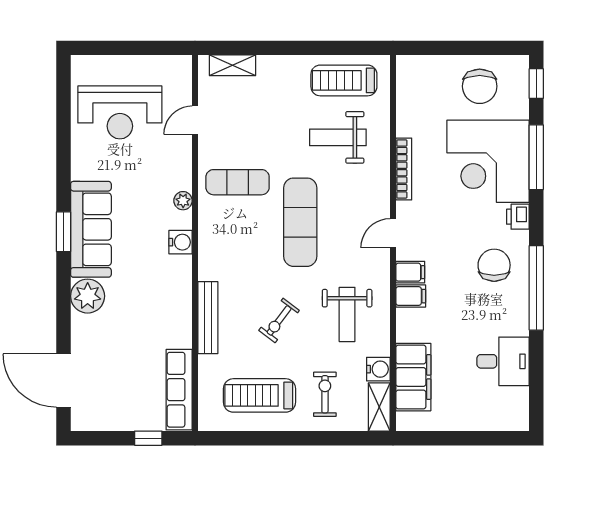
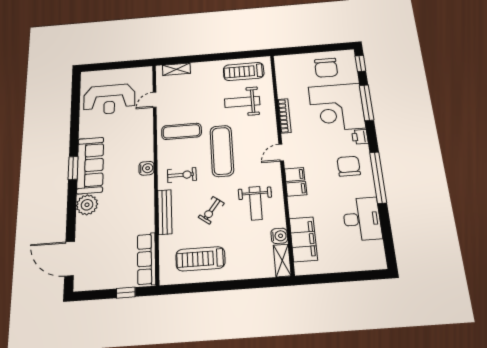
plant: (183, 201) -> (148, 144), removed
desk: (503, 361) -> (362, 219), width x1.37
exercise bike: (325, 394) -> (182, 175), moved, turned 90

